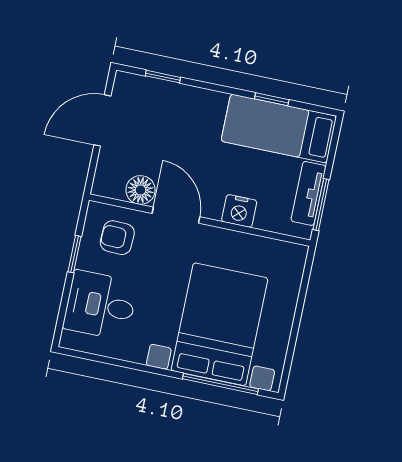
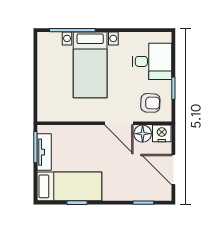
door: (102, 120) -> (173, 170), swing flipped
nightstand: (239, 211) -> (162, 133), moved
bed with nightstands: (220, 324) -> (90, 65), width x0.73

